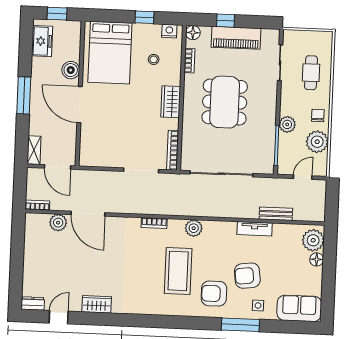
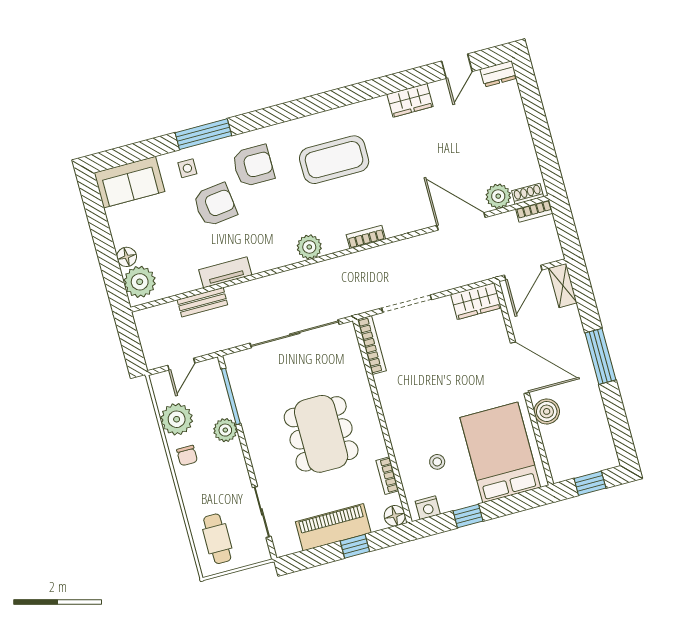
freezer: (42, 41) -> (599, 439), removed
cafe table: (311, 73) -> (217, 539), moved
wardrobe: (171, 102) -> (476, 301), moved, turned 90
door: (57, 167) -> (523, 273), swing flipped
shoe rack: (38, 218) -> (528, 194), added
coffee table: (178, 271) -> (334, 160), moved, turned 90

